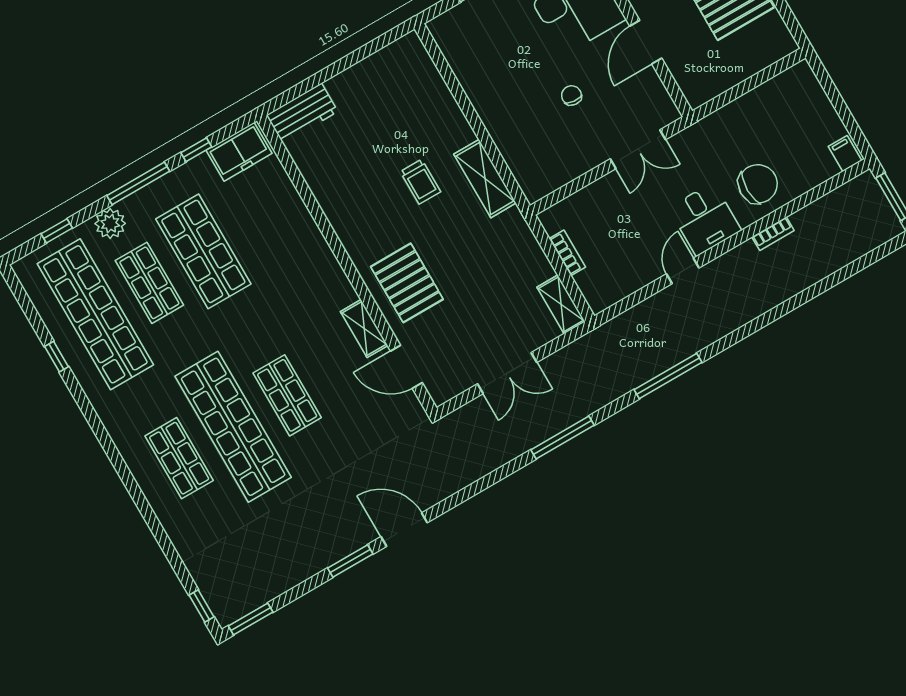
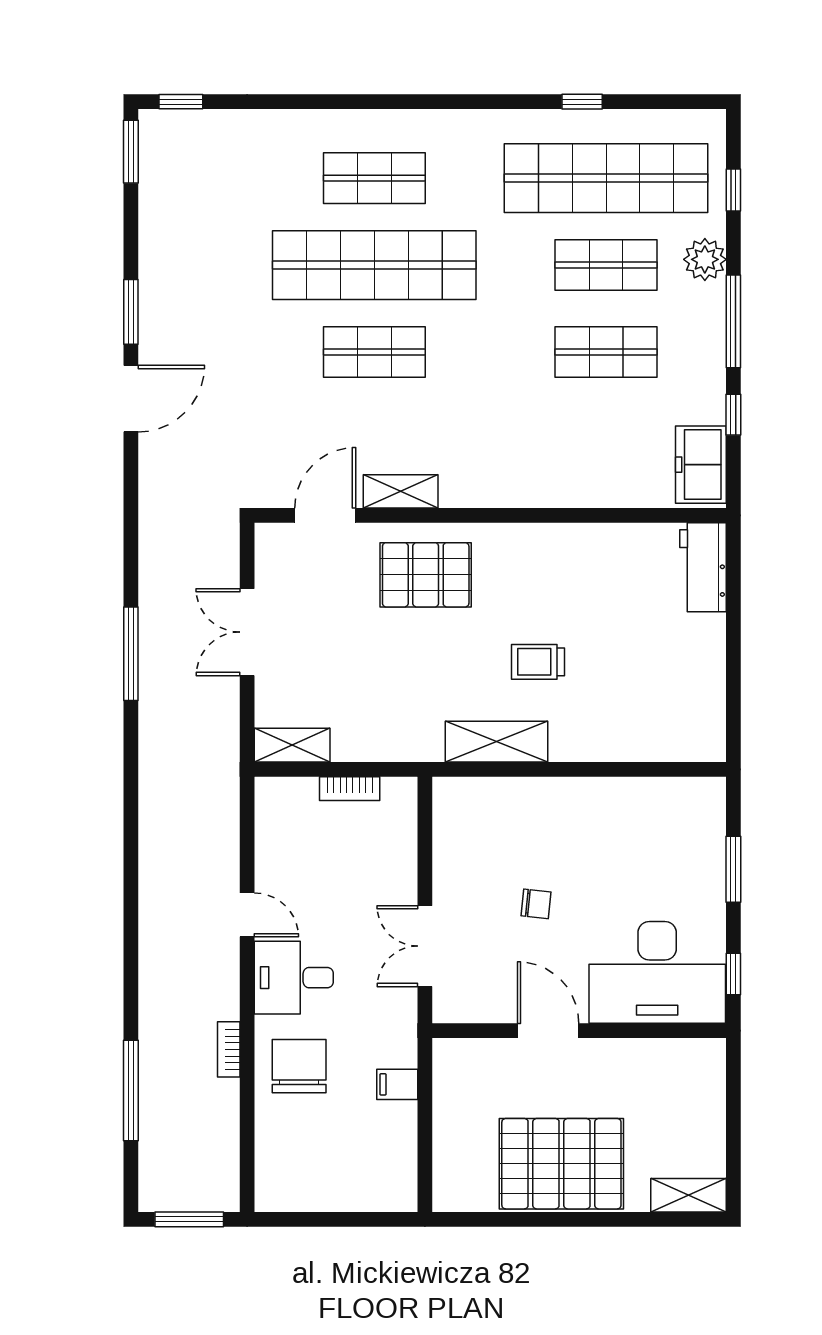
filing cabinet: (845, 154) -> (397, 1084), moved, turned 180
chair: (758, 184) -> (299, 1066), turned 180
shop shelf: (203, 251) -> (606, 352), width x0.70, depth x0.74
window: (668, 376) -> (131, 1091), moved

